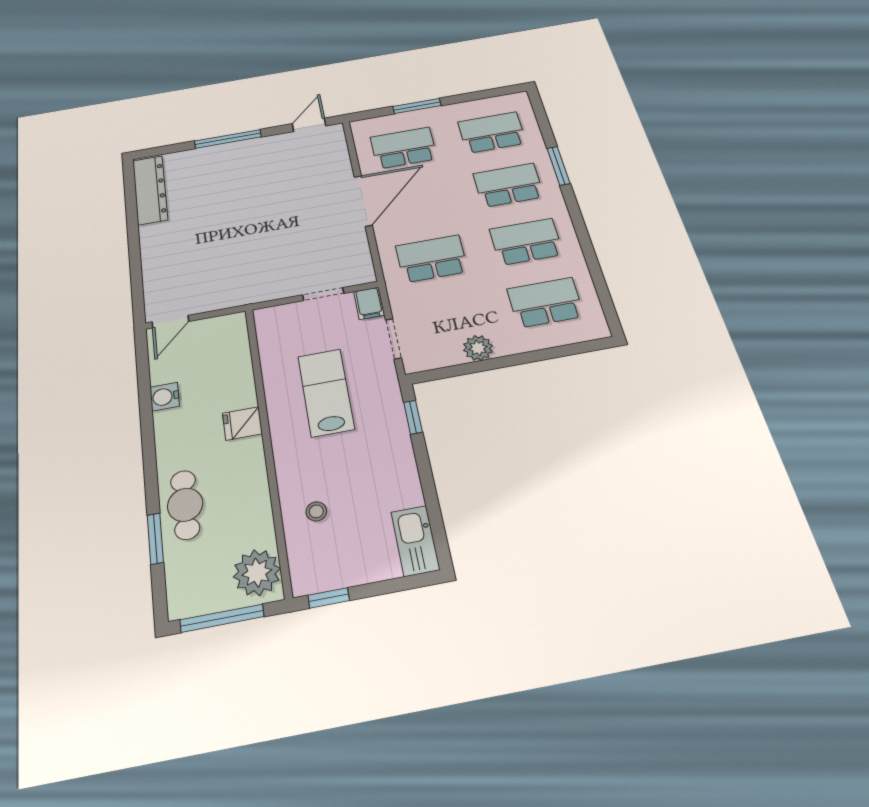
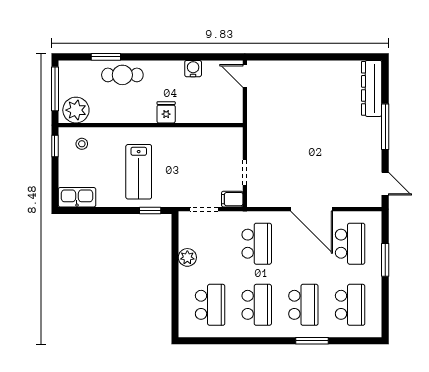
dresser: (150, 190) -> (372, 88), moved, turned 90
lab bench: (326, 392) -> (139, 172), moved, turned 90
stool: (316, 511) -> (82, 144), moved

